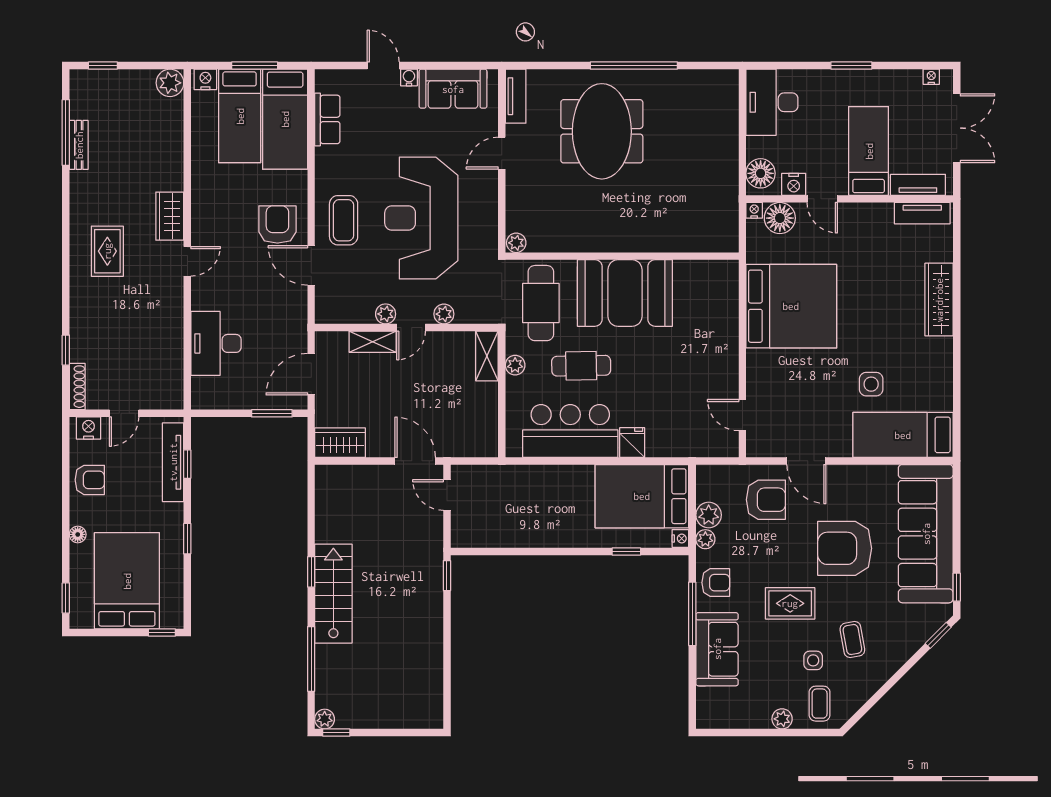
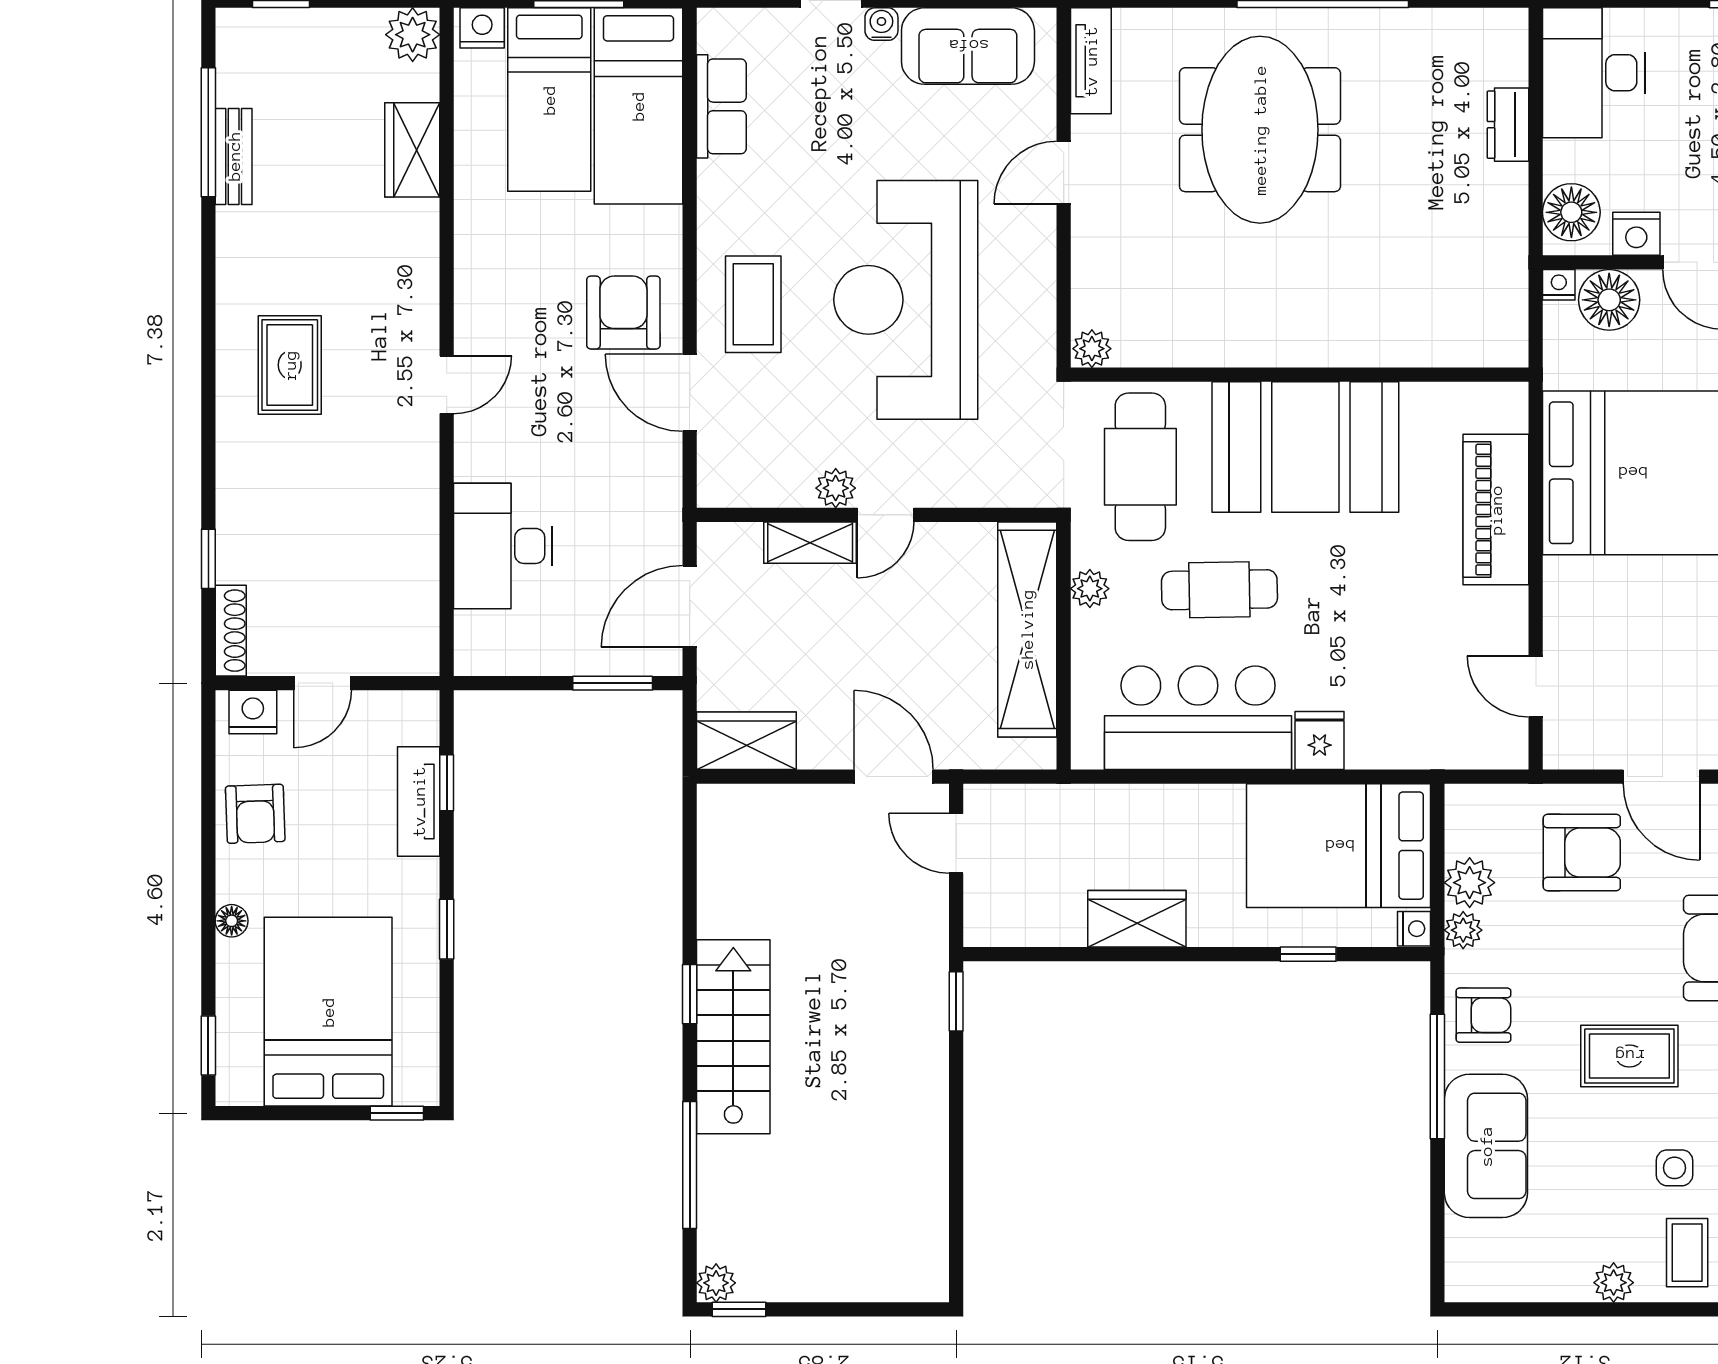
dresser: (728, 129) -> (1508, 125), added
wardrobe: (170, 216) -> (412, 150), moved
plant: (444, 314) -> (950, 488), removed
piano: (722, 325) -> (1496, 510), added
shelving: (487, 356) -> (1027, 629), width x2.20, depth x1.33
tv unit: (173, 462) -> (419, 801), width x0.71
armchair: (90, 480) -> (255, 814), turned 88
wardrobe: (539, 533) -> (1137, 919), added

